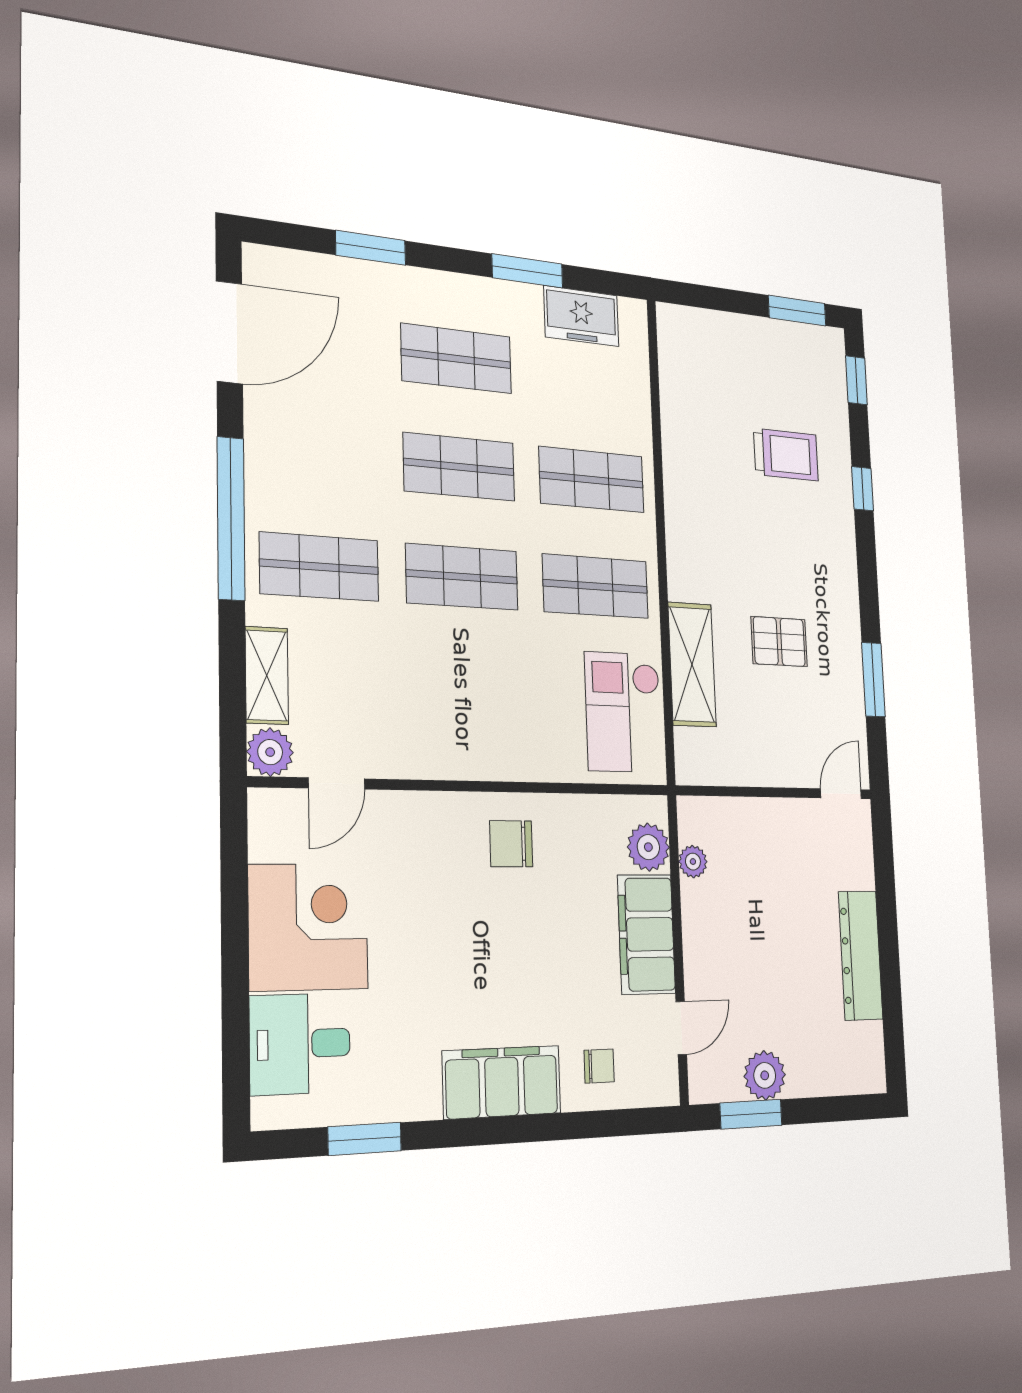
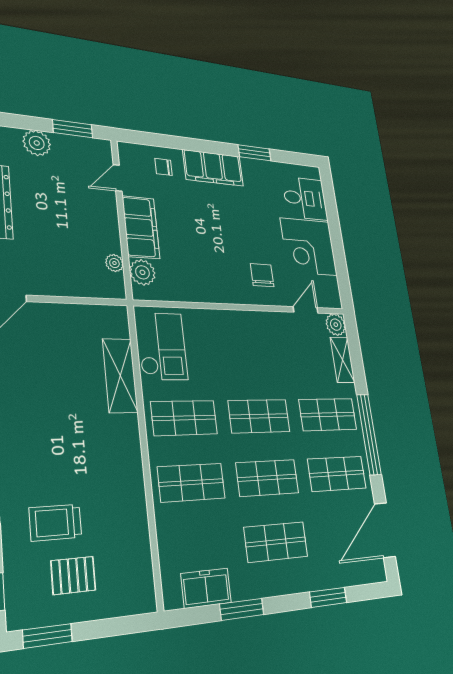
shop shelf: (318, 453) -> (337, 474), added
pallet: (779, 642) -> (73, 575), moved
chair: (511, 844) -> (262, 275), moved, turned -90
plant: (765, 1075) -> (37, 143), moved
window: (365, 1139) -> (255, 153), moved

